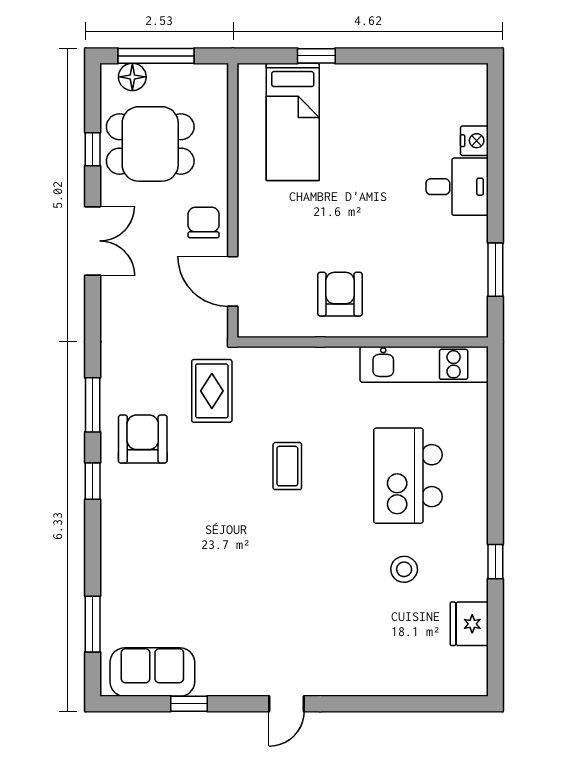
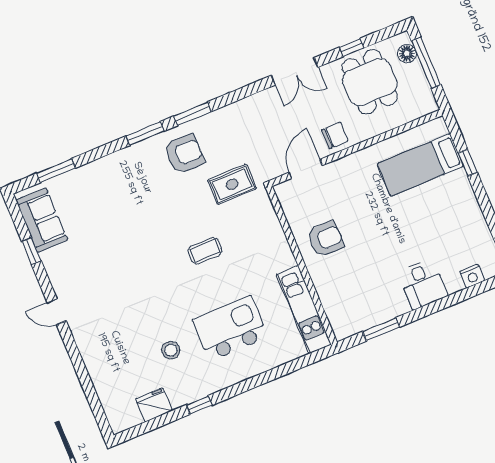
nightstand: (474, 141) -> (472, 276), moved
window: (93, 481) -> (145, 134), width x1.50

